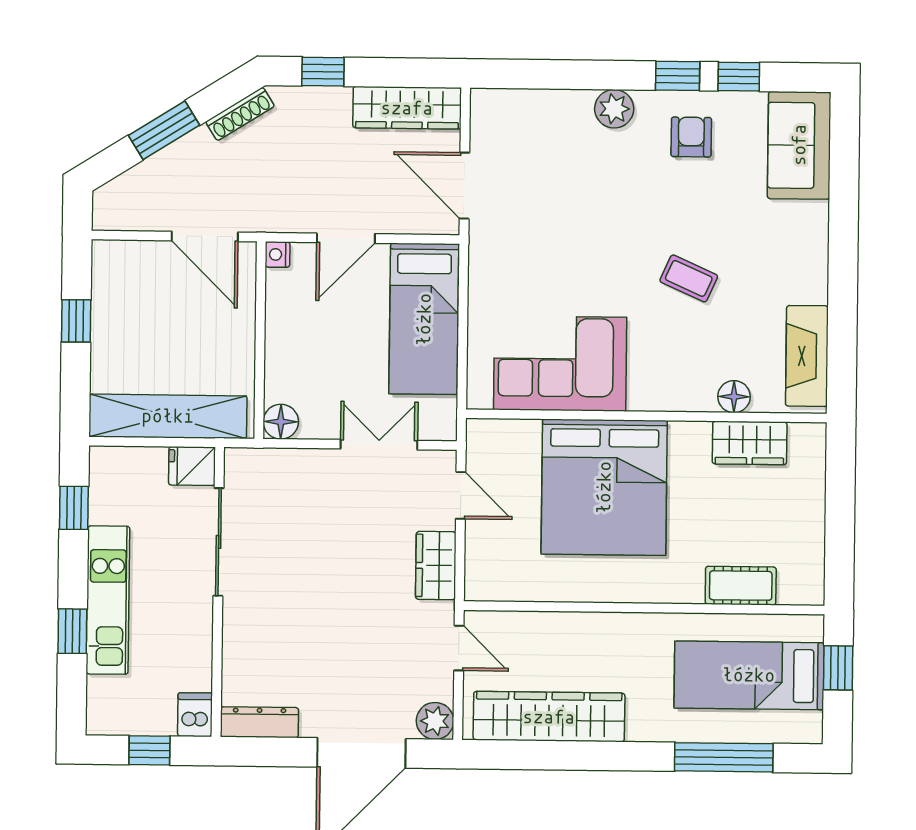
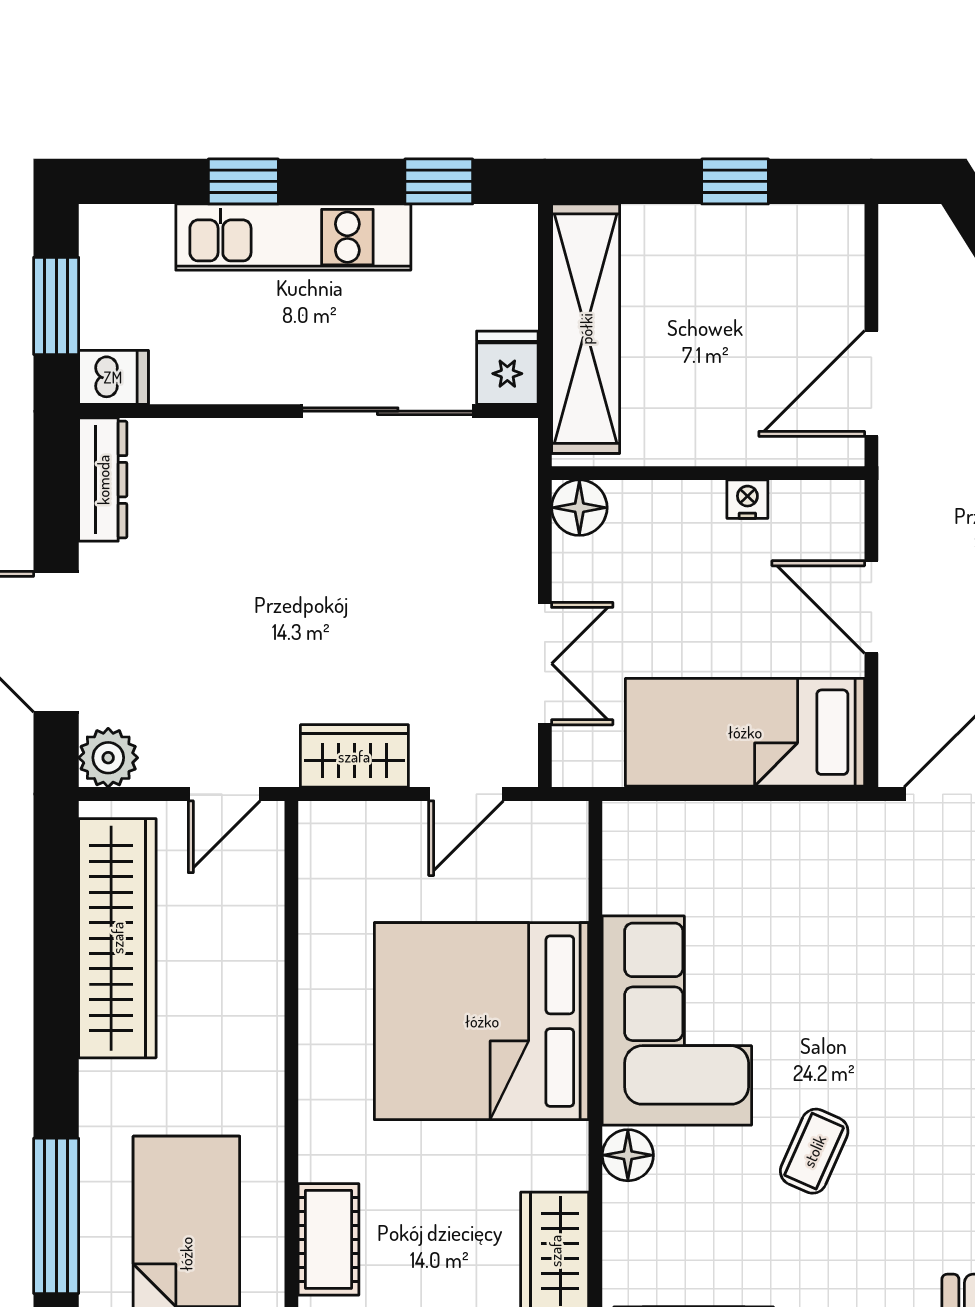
nightstand: (277, 254) -> (747, 499), moved
corner sofa: (560, 364) -> (677, 1021), moved
floor lamp: (734, 397) -> (628, 1155), moved
window: (149, 750) -> (56, 306), width x1.50

